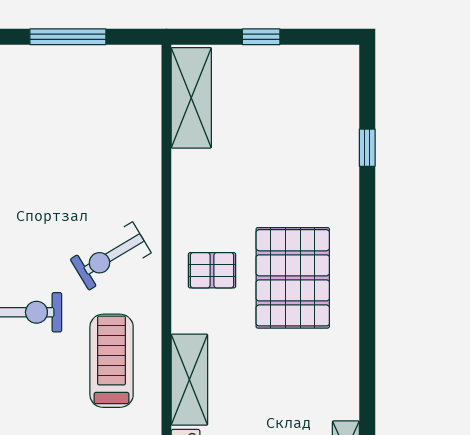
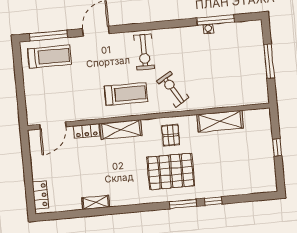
shelving: (191, 98) -> (220, 121), moved
window: (367, 148) -> (213, 201), moved
window: (367, 257) -> (183, 204), added

